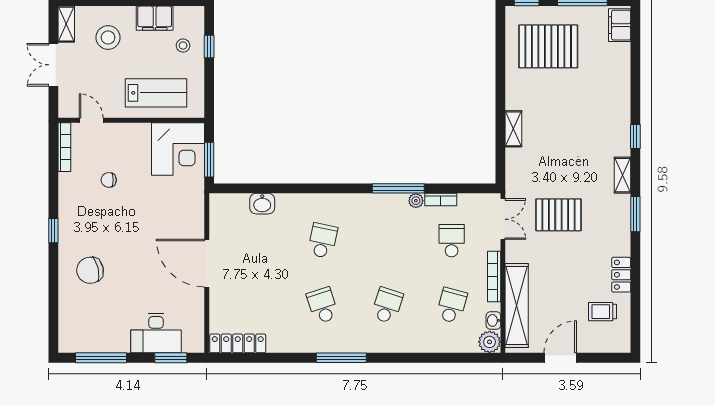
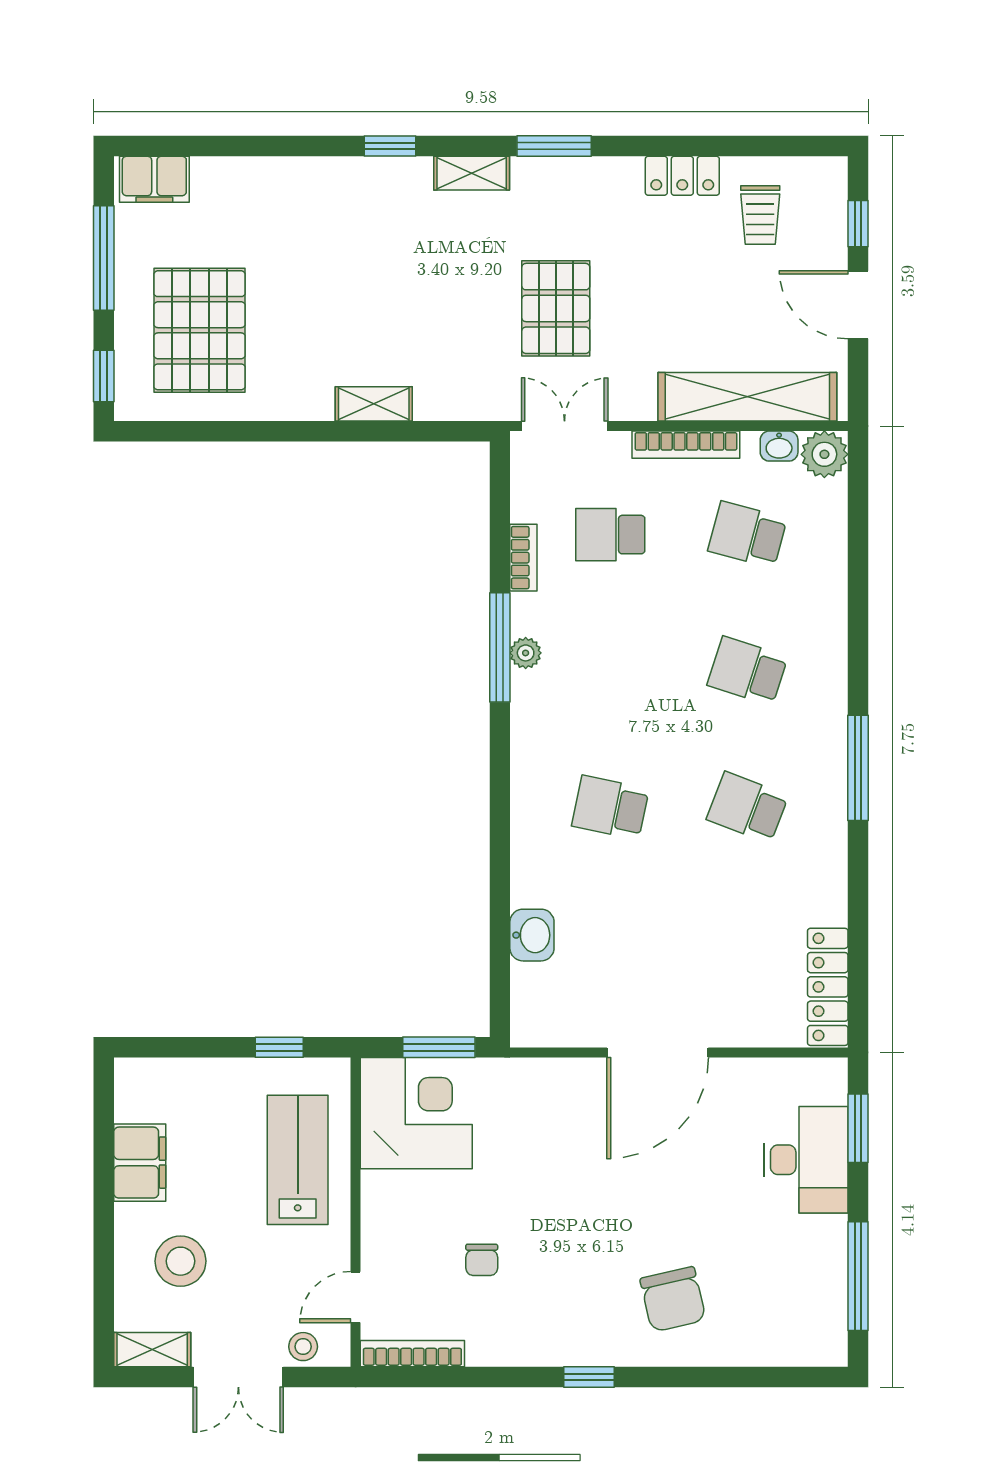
stool: (183, 46) -> (303, 1347), moved
window: (209, 47) -> (279, 1047), moved
plant: (416, 201) -> (526, 653), moved
school desk: (323, 306) -> (747, 807), turned 39
window: (599, 358) -> (858, 224), added

